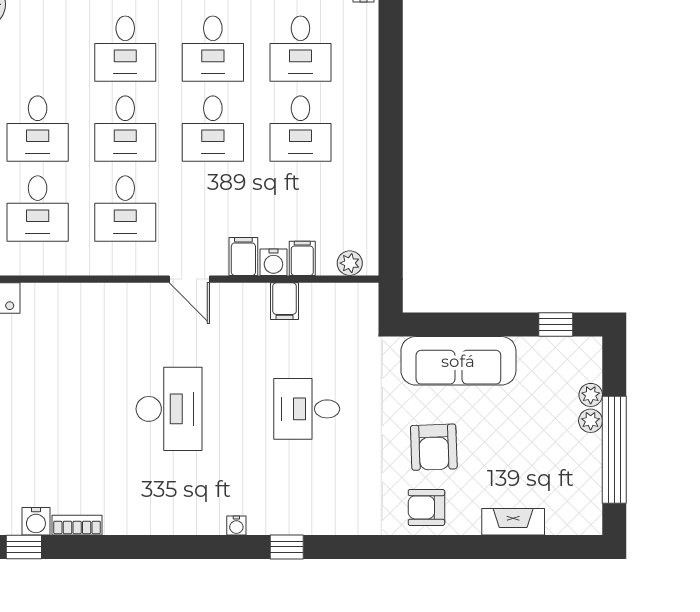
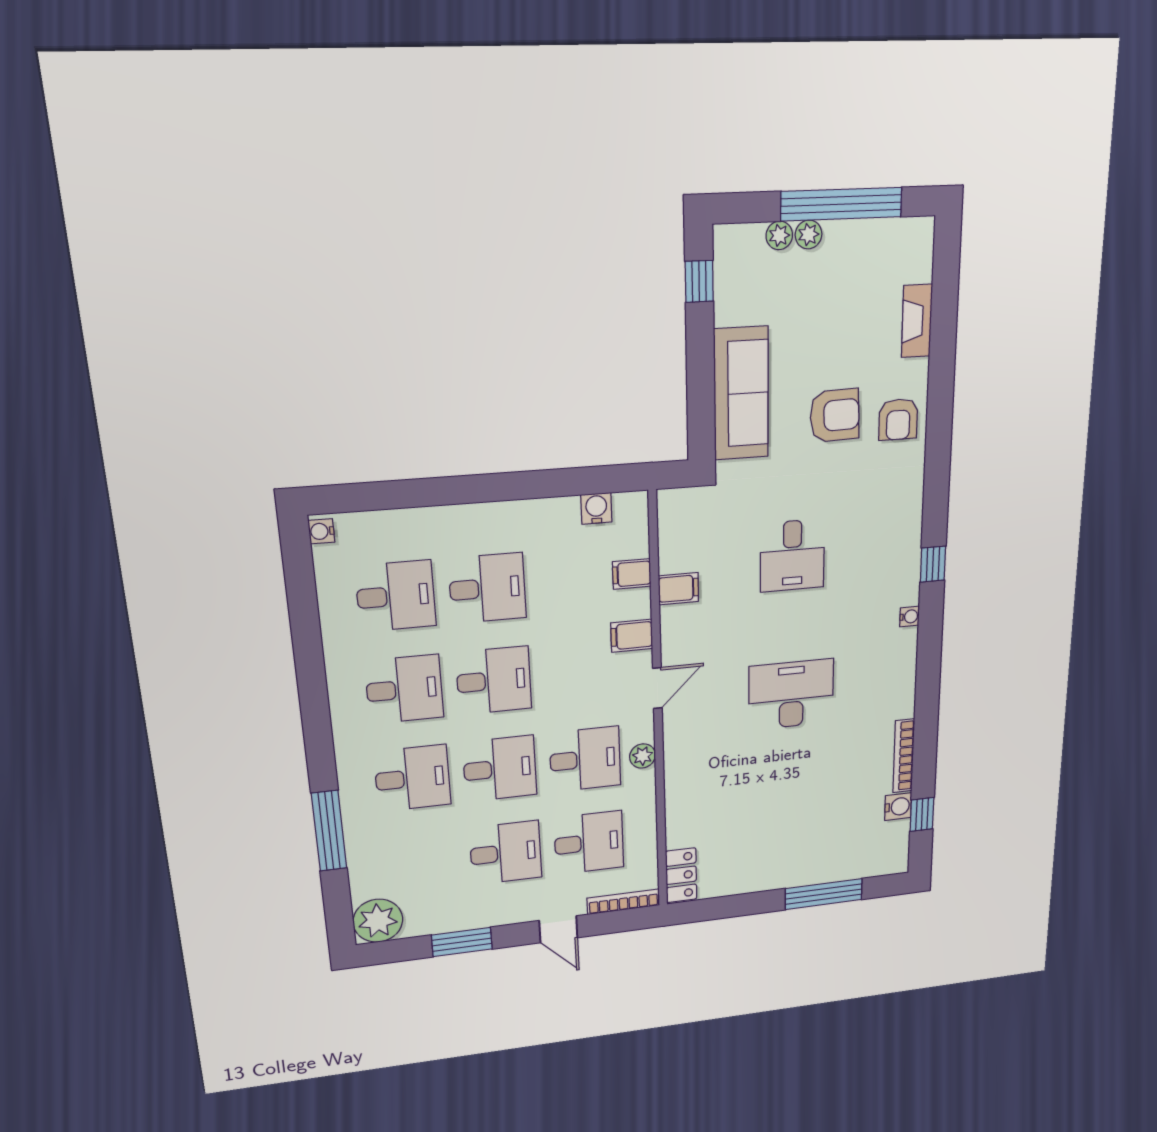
water cooler: (273, 262) -> (596, 508), moved, turned -90
plant: (350, 263) -> (643, 756), moved
bookcase: (77, 525) -> (904, 756), width x1.56

